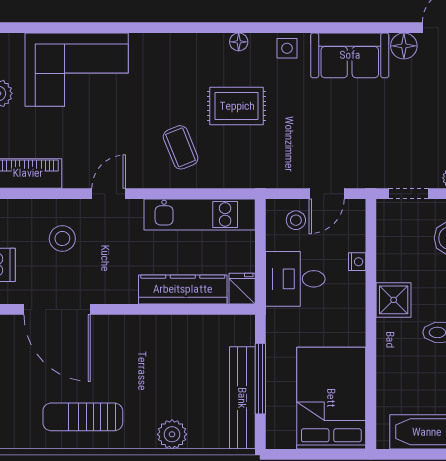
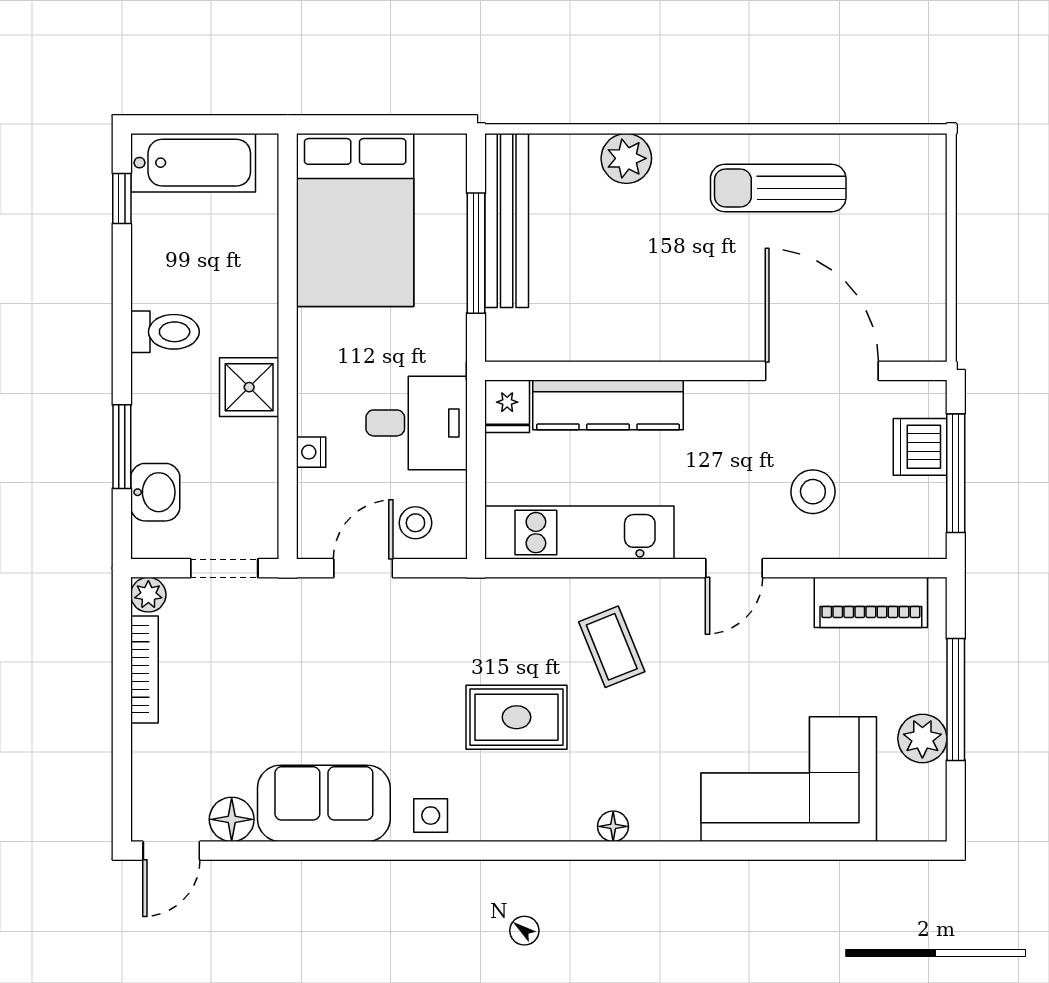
floor lamp: (239, 42) -> (613, 826), moved
sun lounger: (83, 417) -> (778, 188), turned 180

